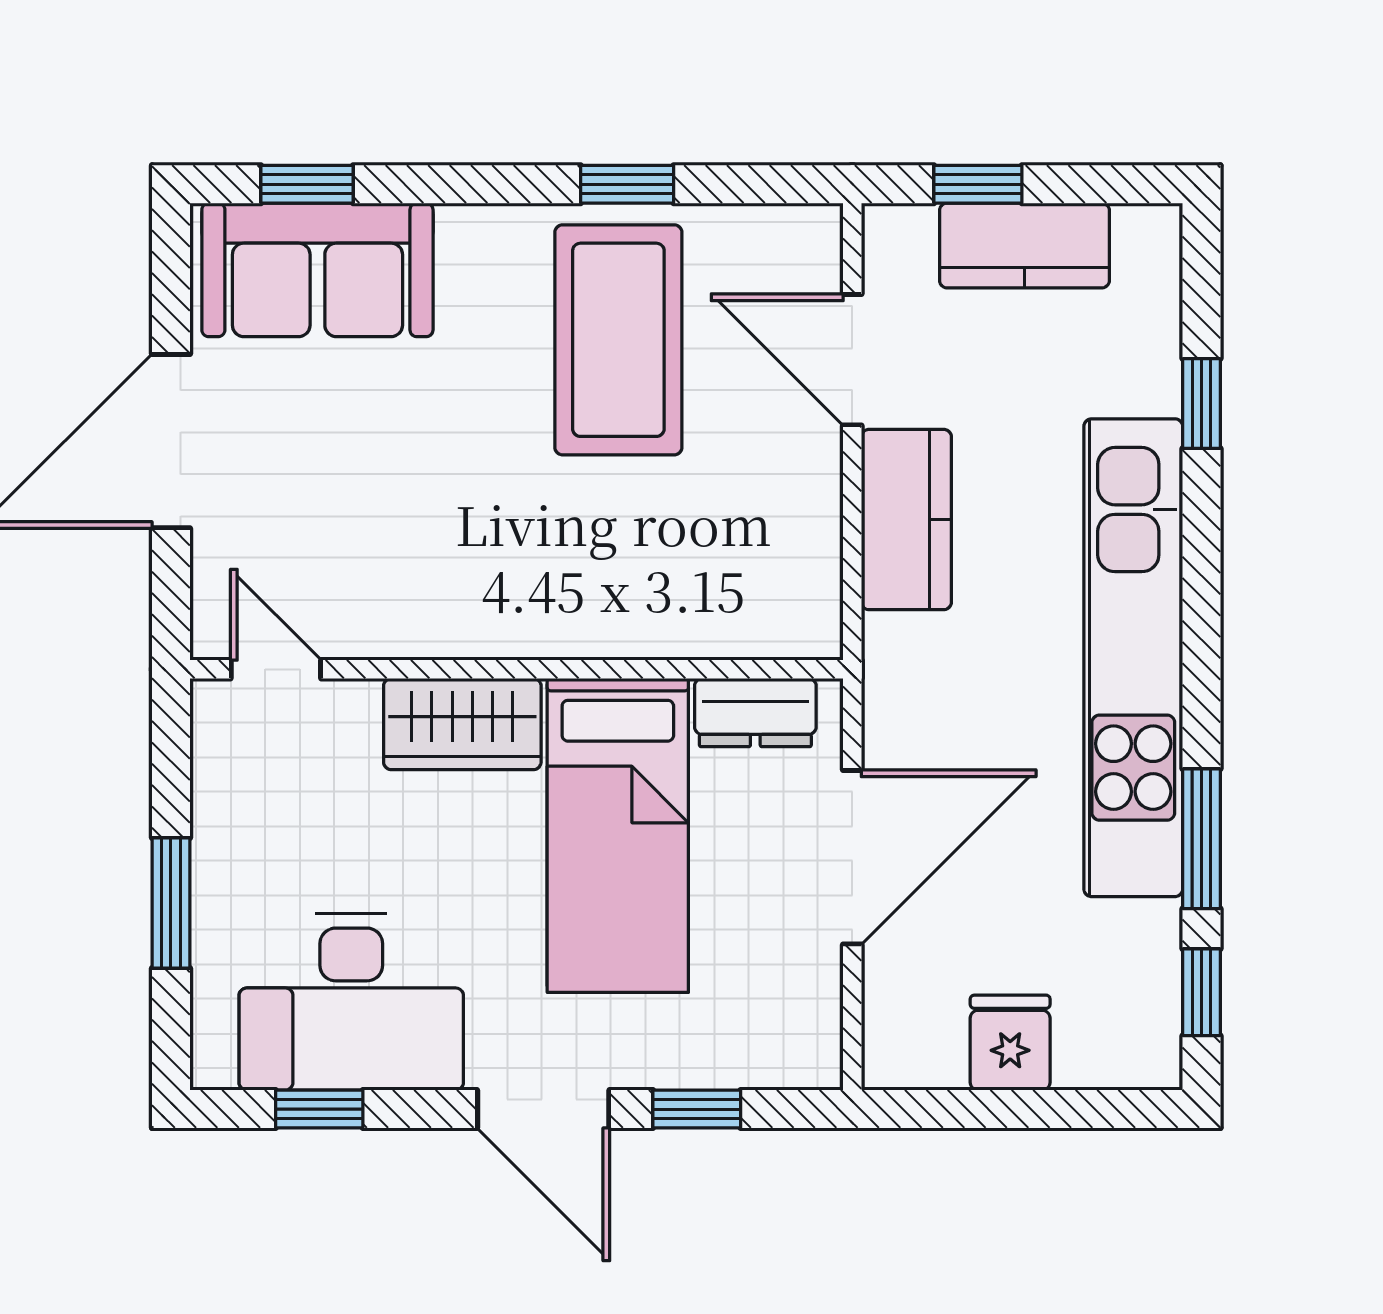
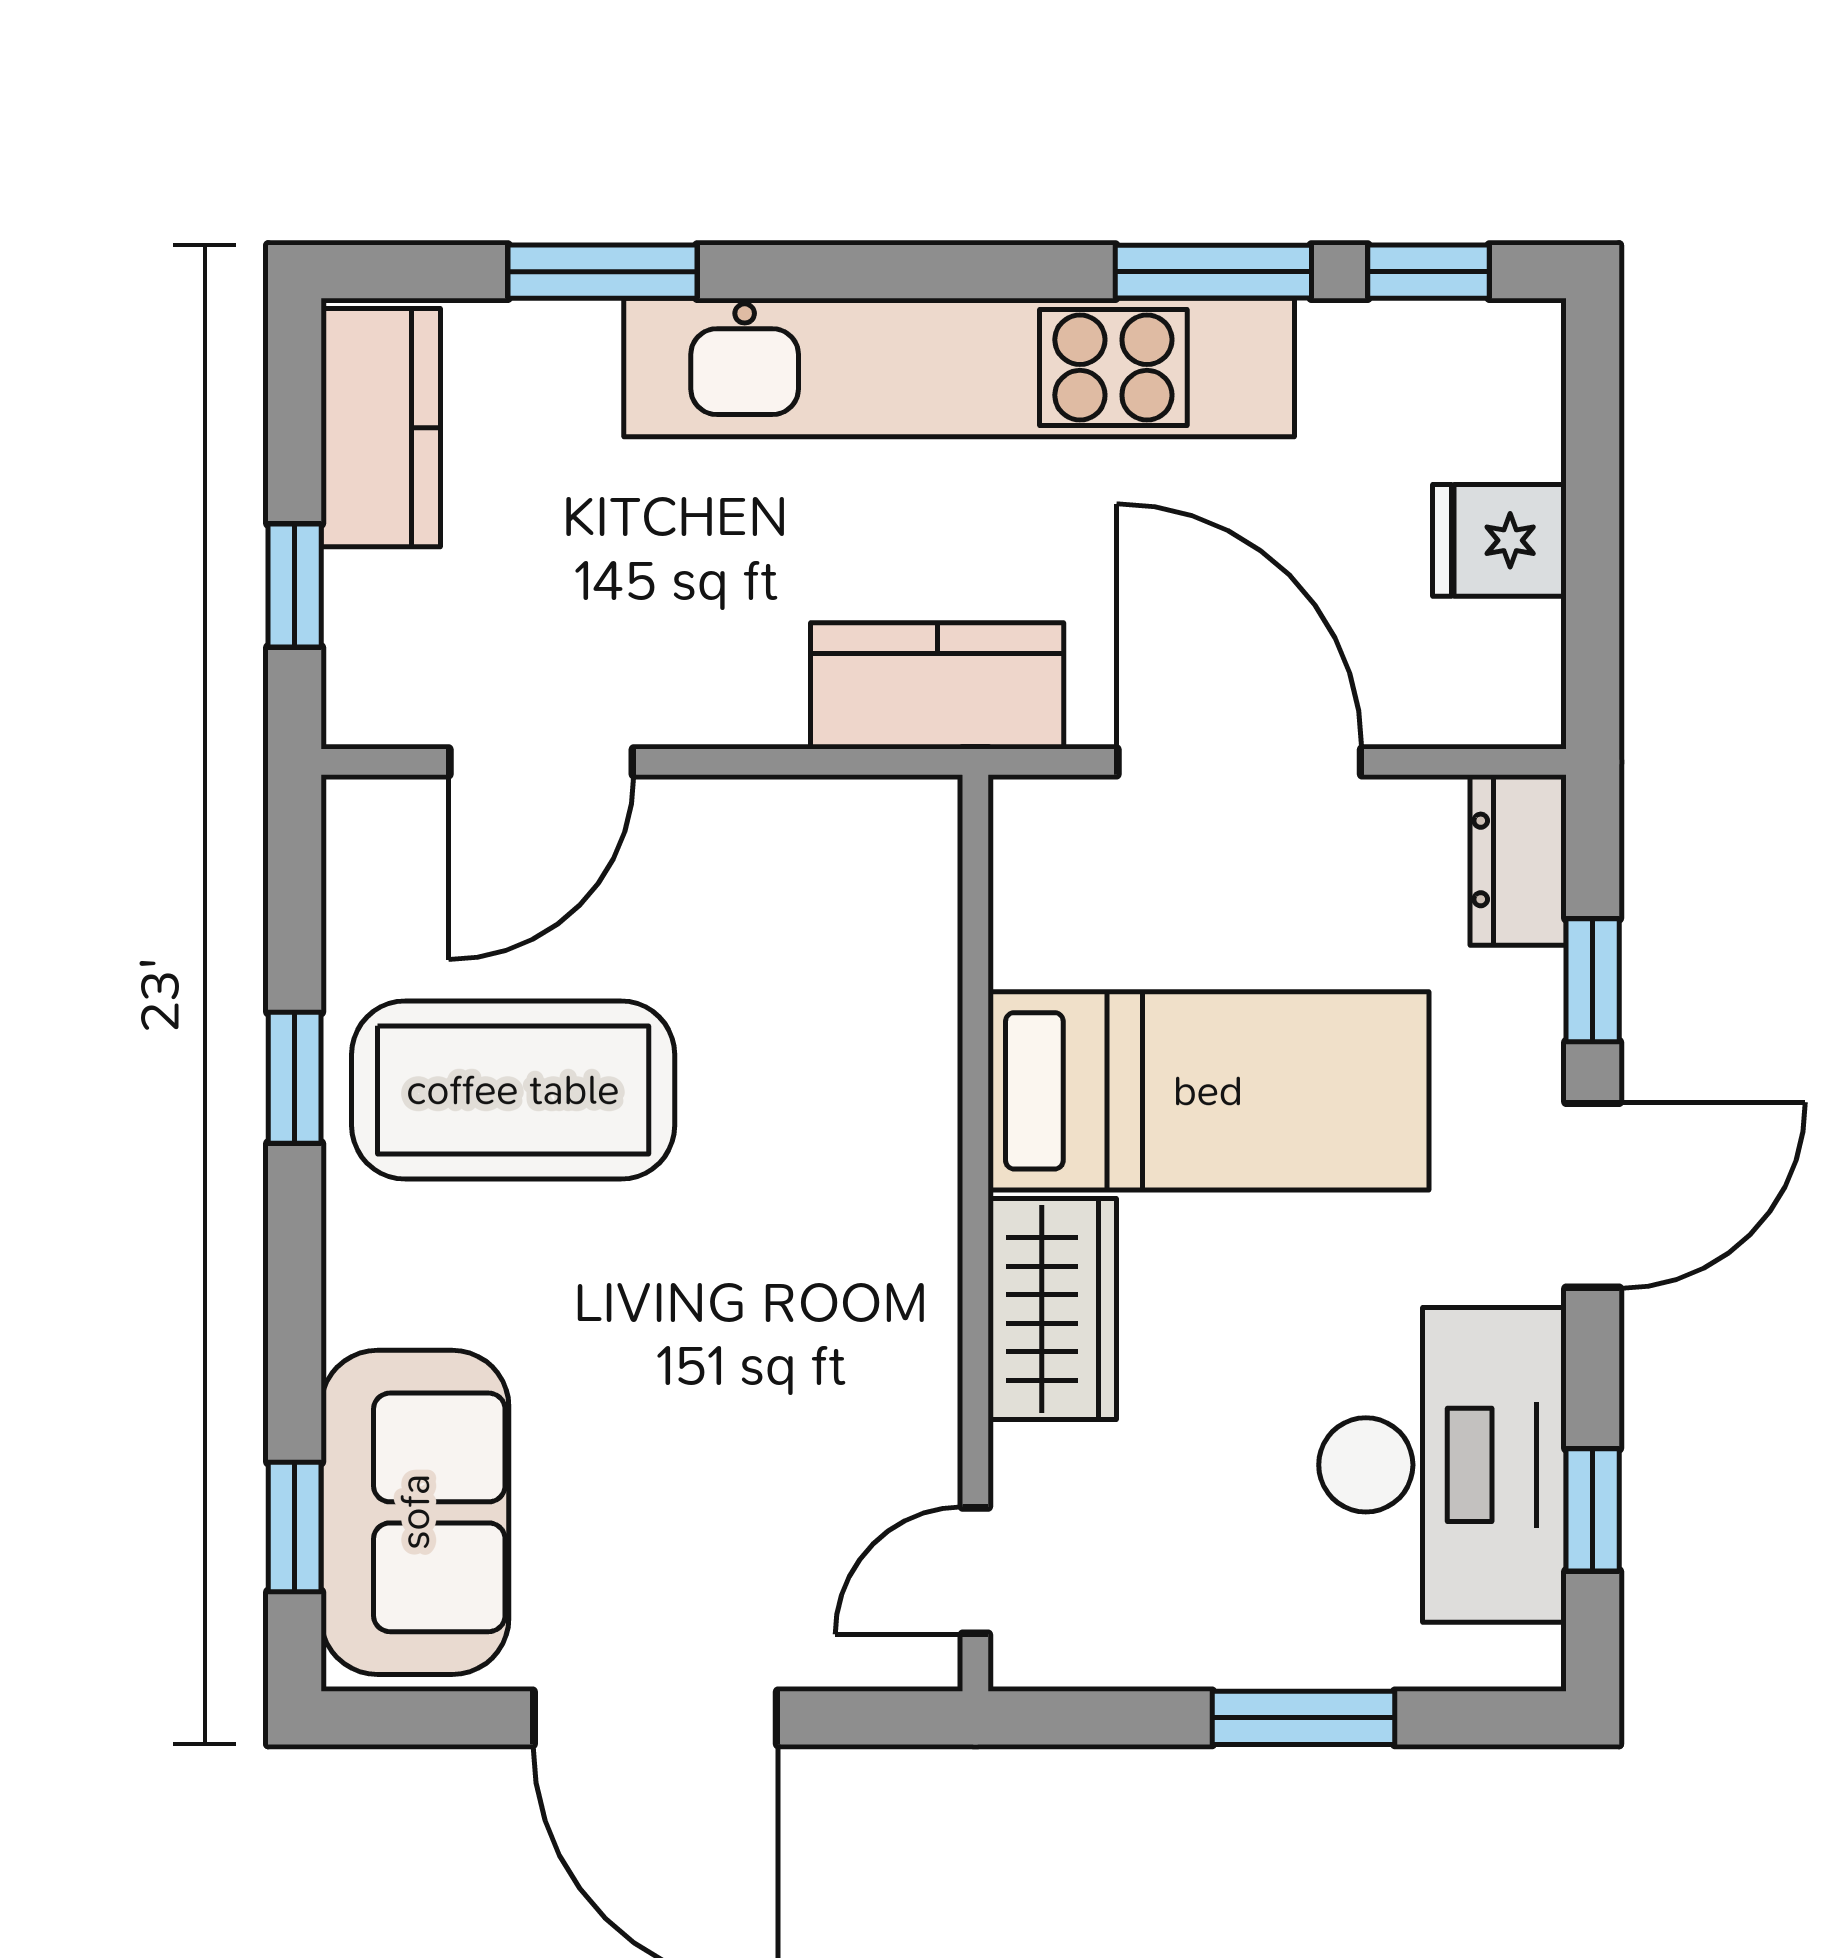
kitchen counter: (1024, 245) -> (381, 428), moved
window: (1202, 404) -> (603, 272), width x1.50
kitchen counter: (906, 520) -> (937, 686), moved
dresser: (755, 713) -> (1518, 860), moved, turned 180

